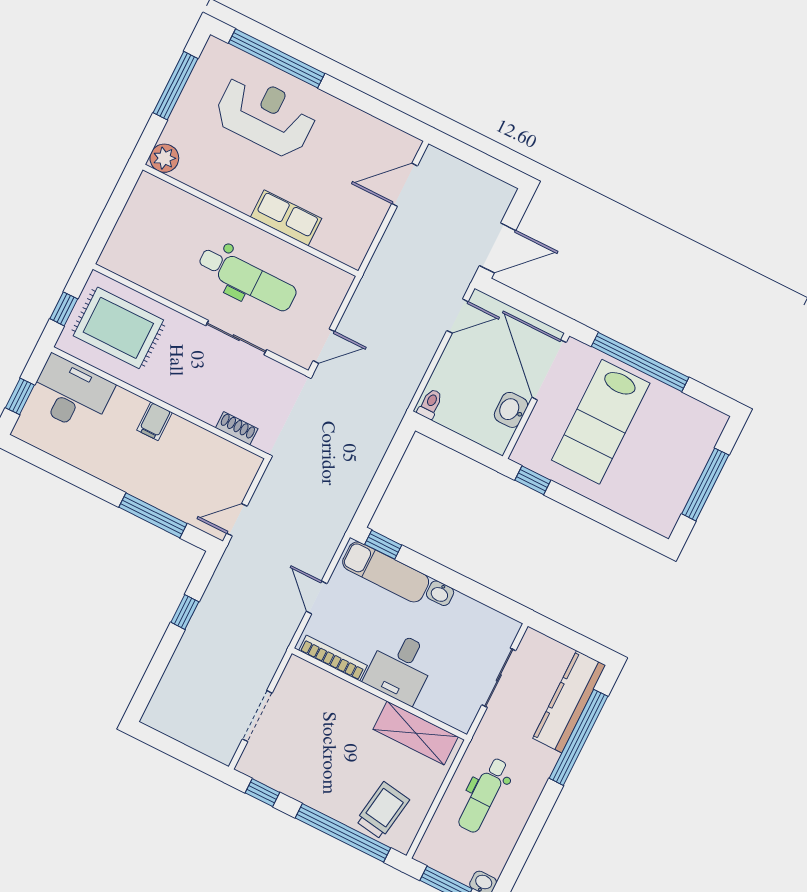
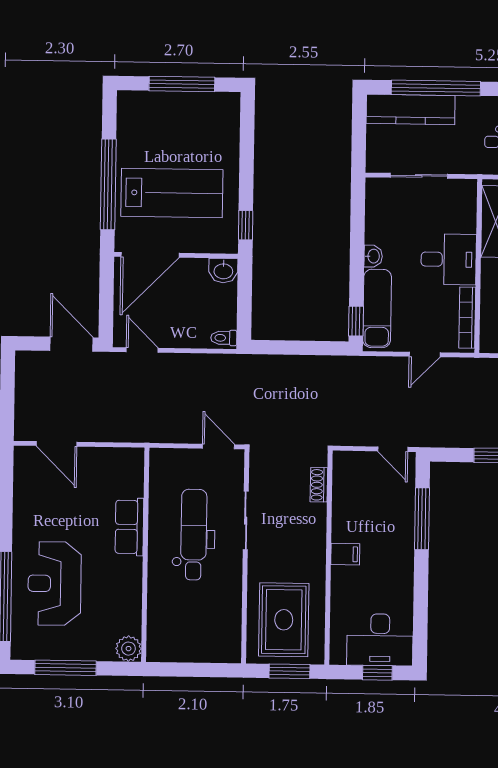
window: (64, 309) -> (290, 671), width x1.50
desk: (71, 394) -> (380, 640), moved, turned -90
washbasin: (511, 410) -> (223, 271), moved

